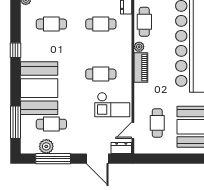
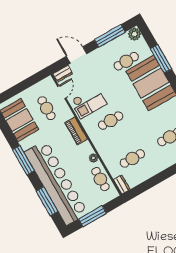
piano: (141, 68) -> (76, 131), moved
checkout: (112, 105) -> (89, 102), turned 180
window: (15, 122) -> (161, 59), moved
plant: (46, 146) -> (134, 34), moved

